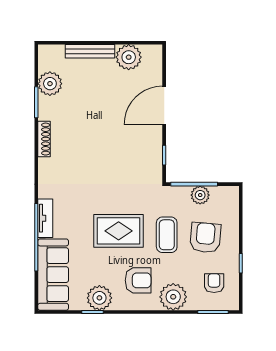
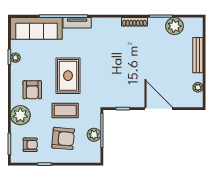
plant: (129, 57) -> (198, 87), width x0.53, depth x0.53
plant: (99, 298) -> (15, 58), width x0.53, depth x0.53

